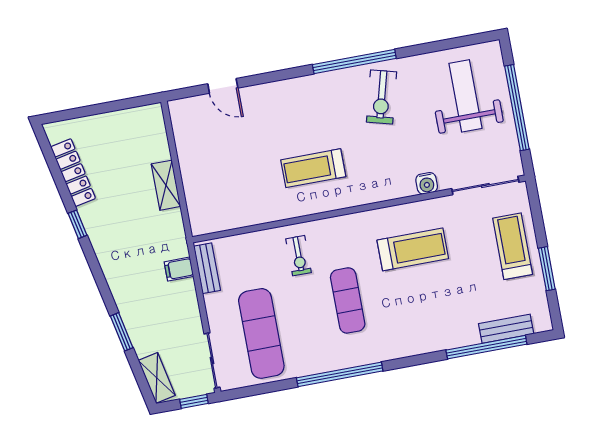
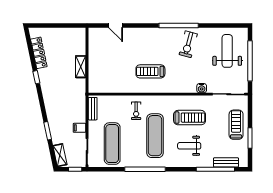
filing cabinet: (179, 269) -> (80, 128), moved
exercise mat: (348, 300) -> (155, 136), width x1.36, depth x1.45
weight bench: (423, 308) -> (189, 146), added

